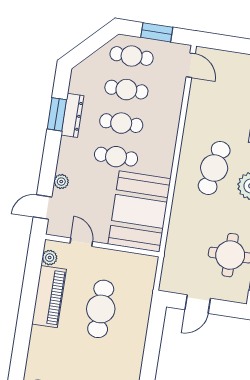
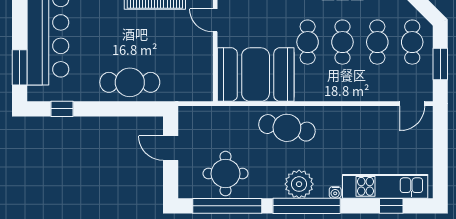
cafe table: (214, 168) -> (287, 128), moved
door: (81, 242) -> (215, 20), swing flipped
cafe table: (101, 309) -> (130, 82), moved

